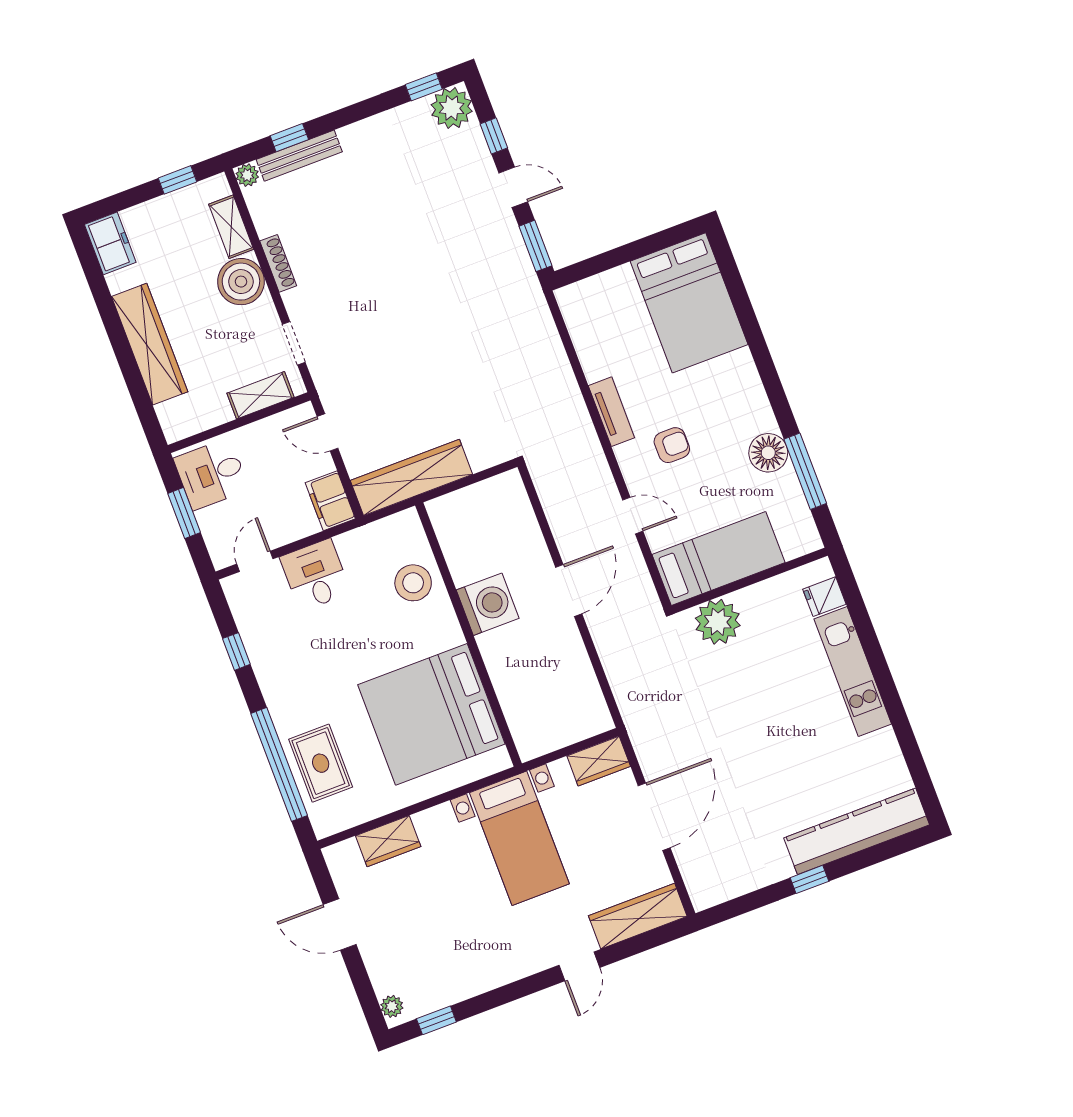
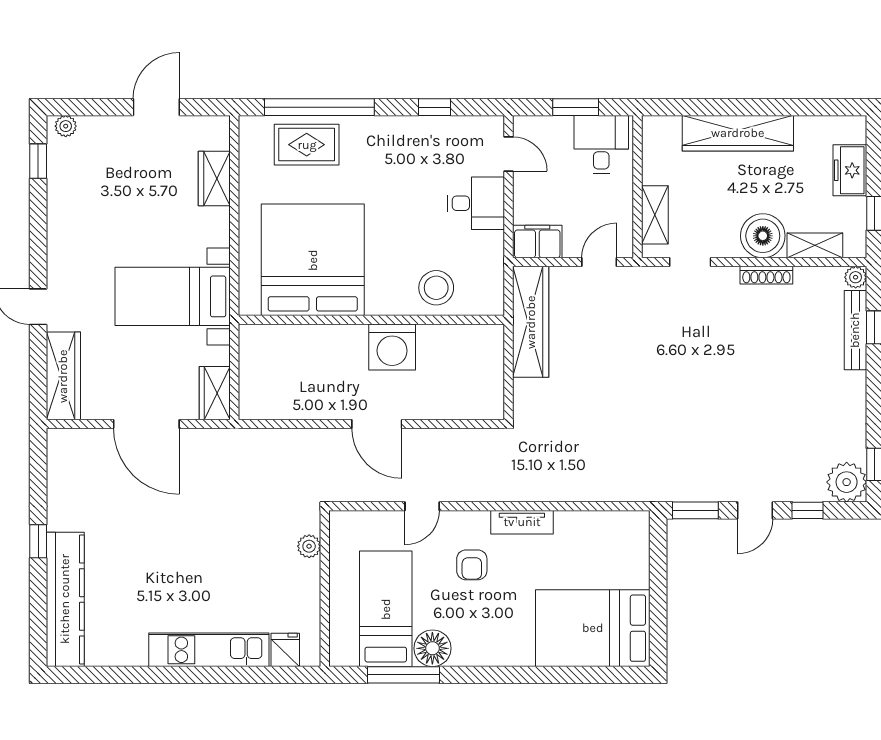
freezer: (110, 243) -> (850, 170), moved, turned 90
bed: (718, 558) -> (386, 609), moved, turned 180
plant: (718, 622) -> (309, 546), width x0.53, depth x0.53

